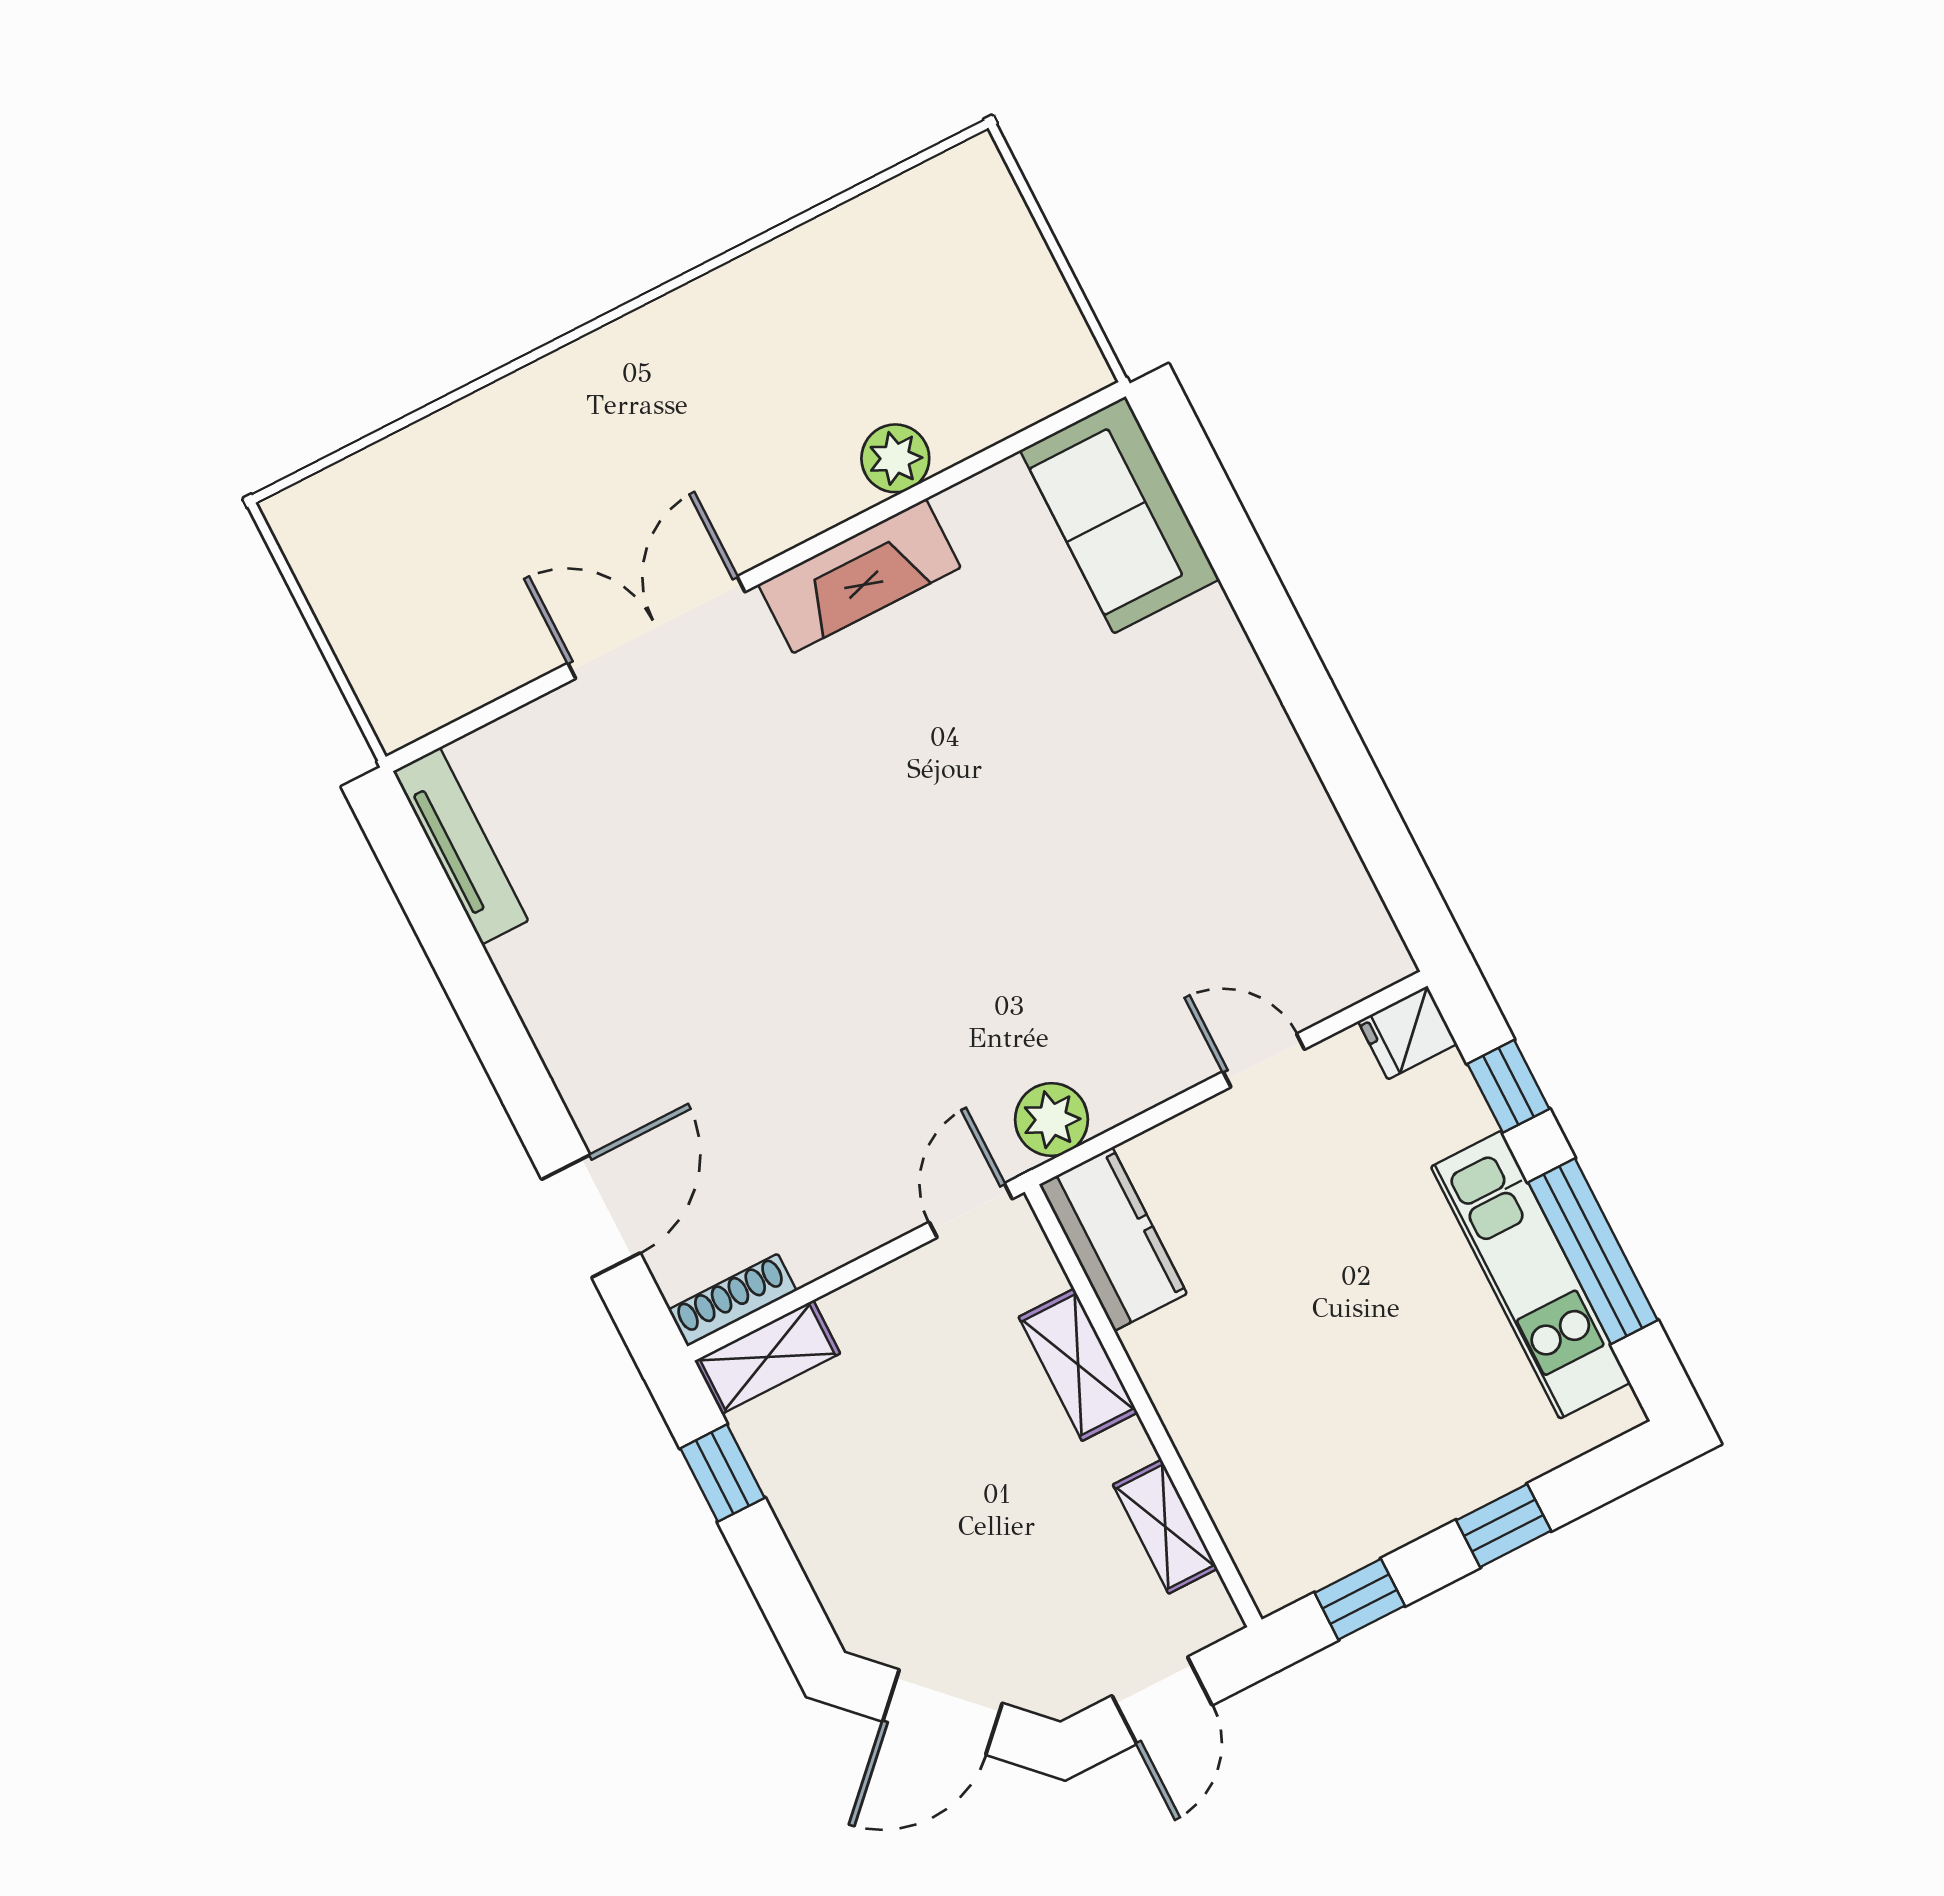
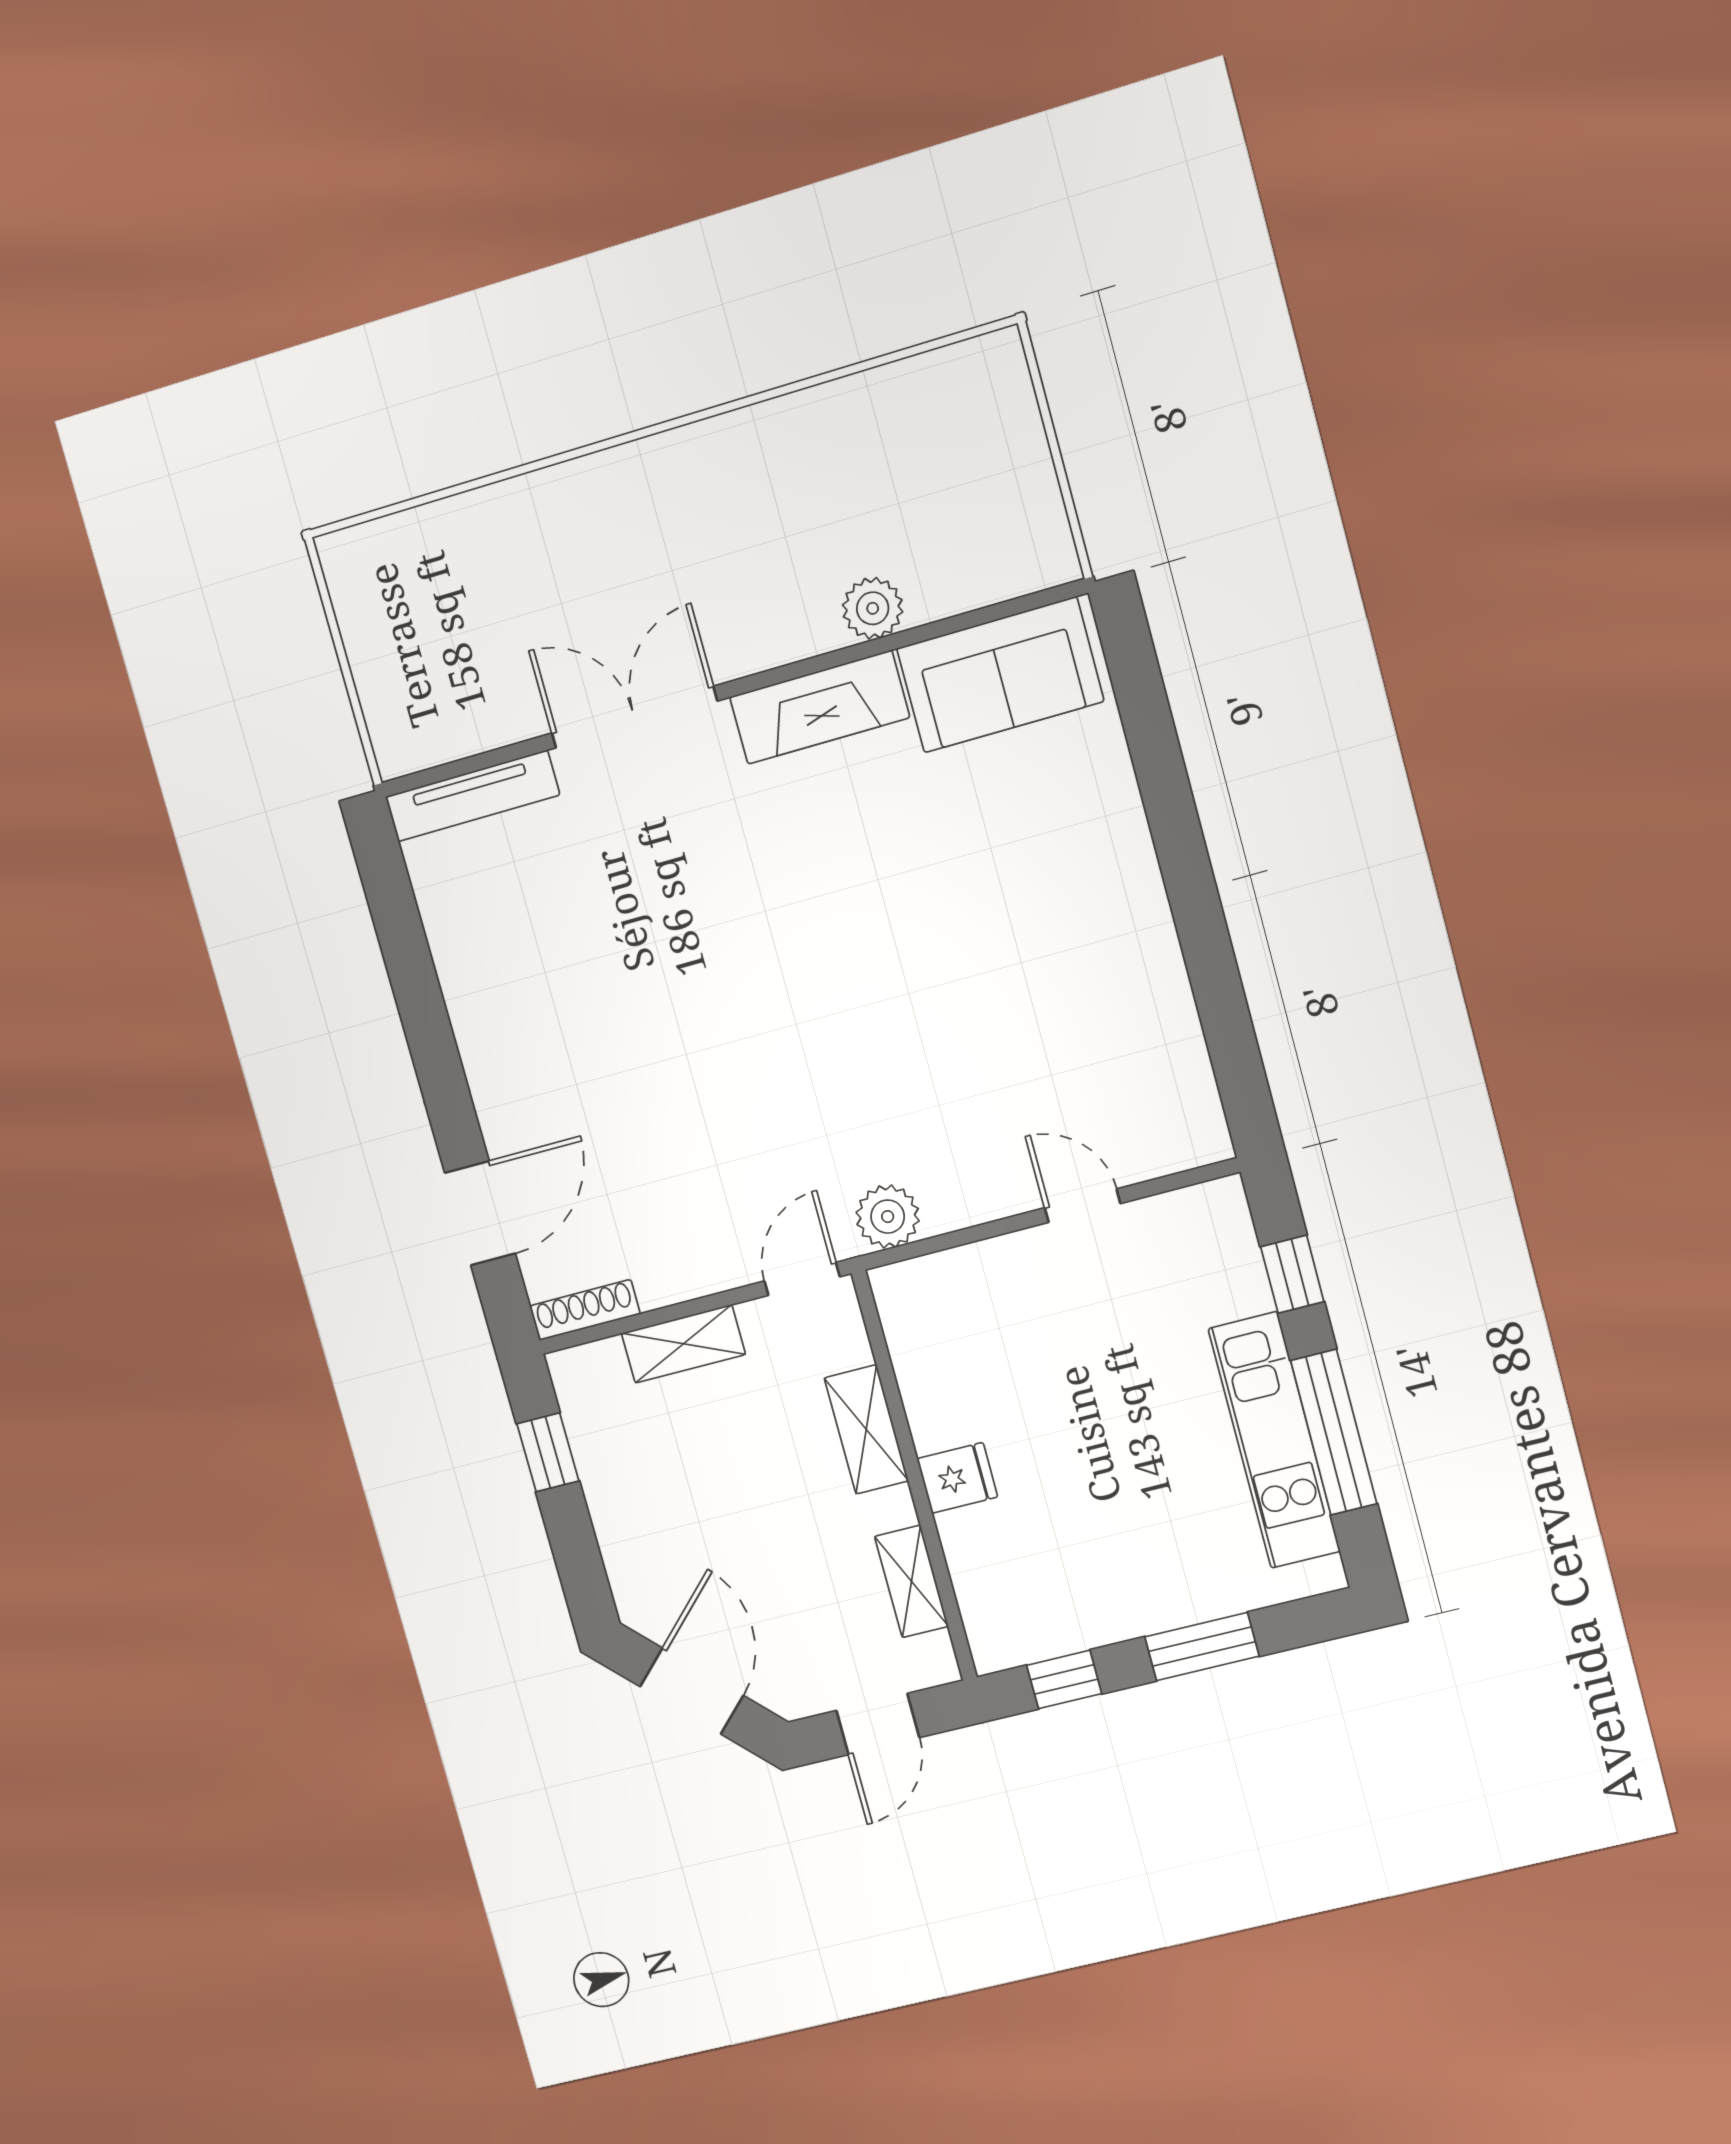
sofa: (1120, 515) -> (1000, 675), moved, turned -90
tv unit: (461, 846) -> (472, 796), moved, turned 90
fridge: (1408, 1033) -> (957, 1478), moved, turned 180
kitchen counter: (1113, 1239) -> (919, 1330), removed
shelving: (767, 1357) -> (683, 1344), moved
window: (1504, 1526) -> (1202, 1647), width x1.50
door: (943, 1712) -> (692, 1691), swing flipped

